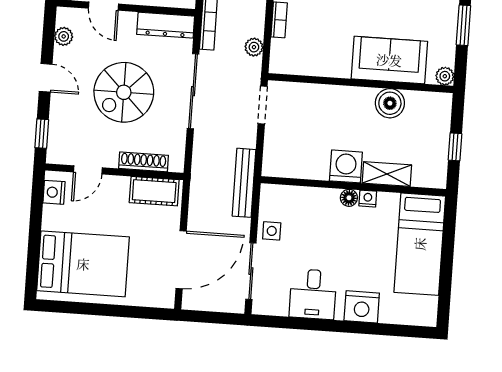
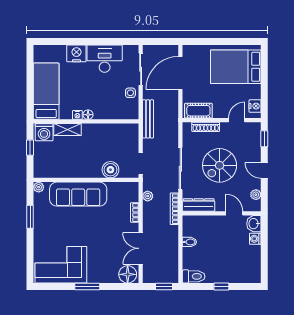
sofa: (389, 60) -> (78, 194), width x1.36
spiral stairs: (124, 92) -> (220, 165), turned 180
boiler: (390, 103) -> (110, 170), moved
washing machine: (346, 166) -> (44, 132), moved
desk: (313, 294) -> (105, 59), width x1.37

